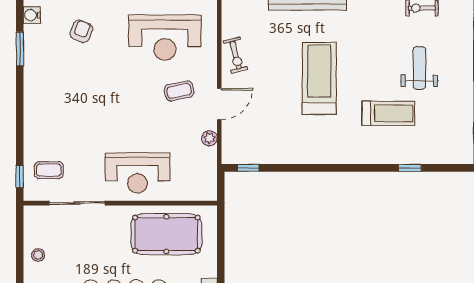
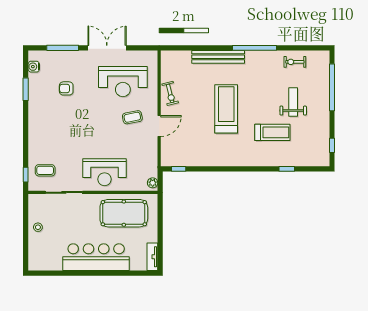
armchair: (81, 31) -> (66, 88), moved, turned -112
plant: (209, 138) -> (153, 183), moved

